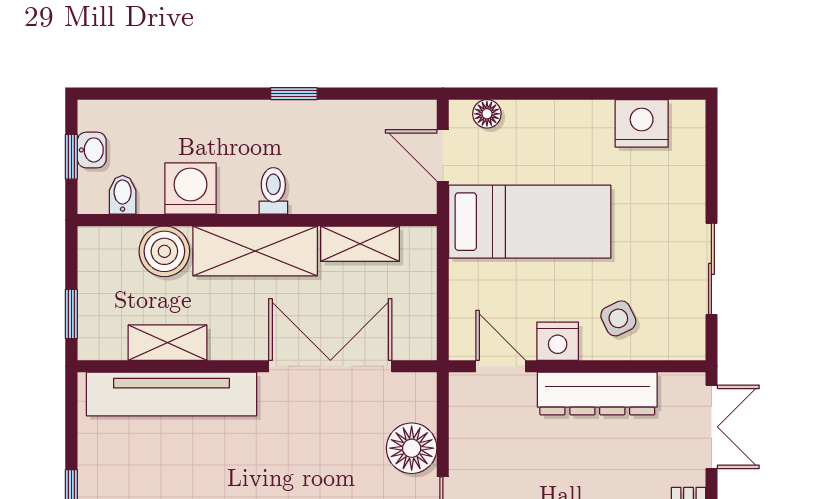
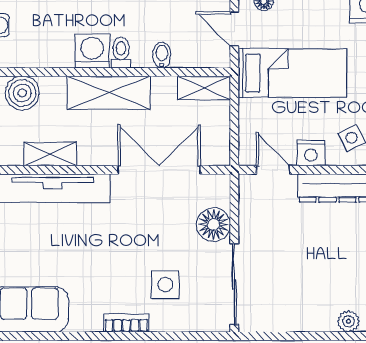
washing machine: (191, 189) -> (92, 51), moved
bidet: (123, 195) -> (162, 55), moved
shelving: (360, 244) -> (204, 88), moved
boiler: (164, 251) -> (22, 93), moved

